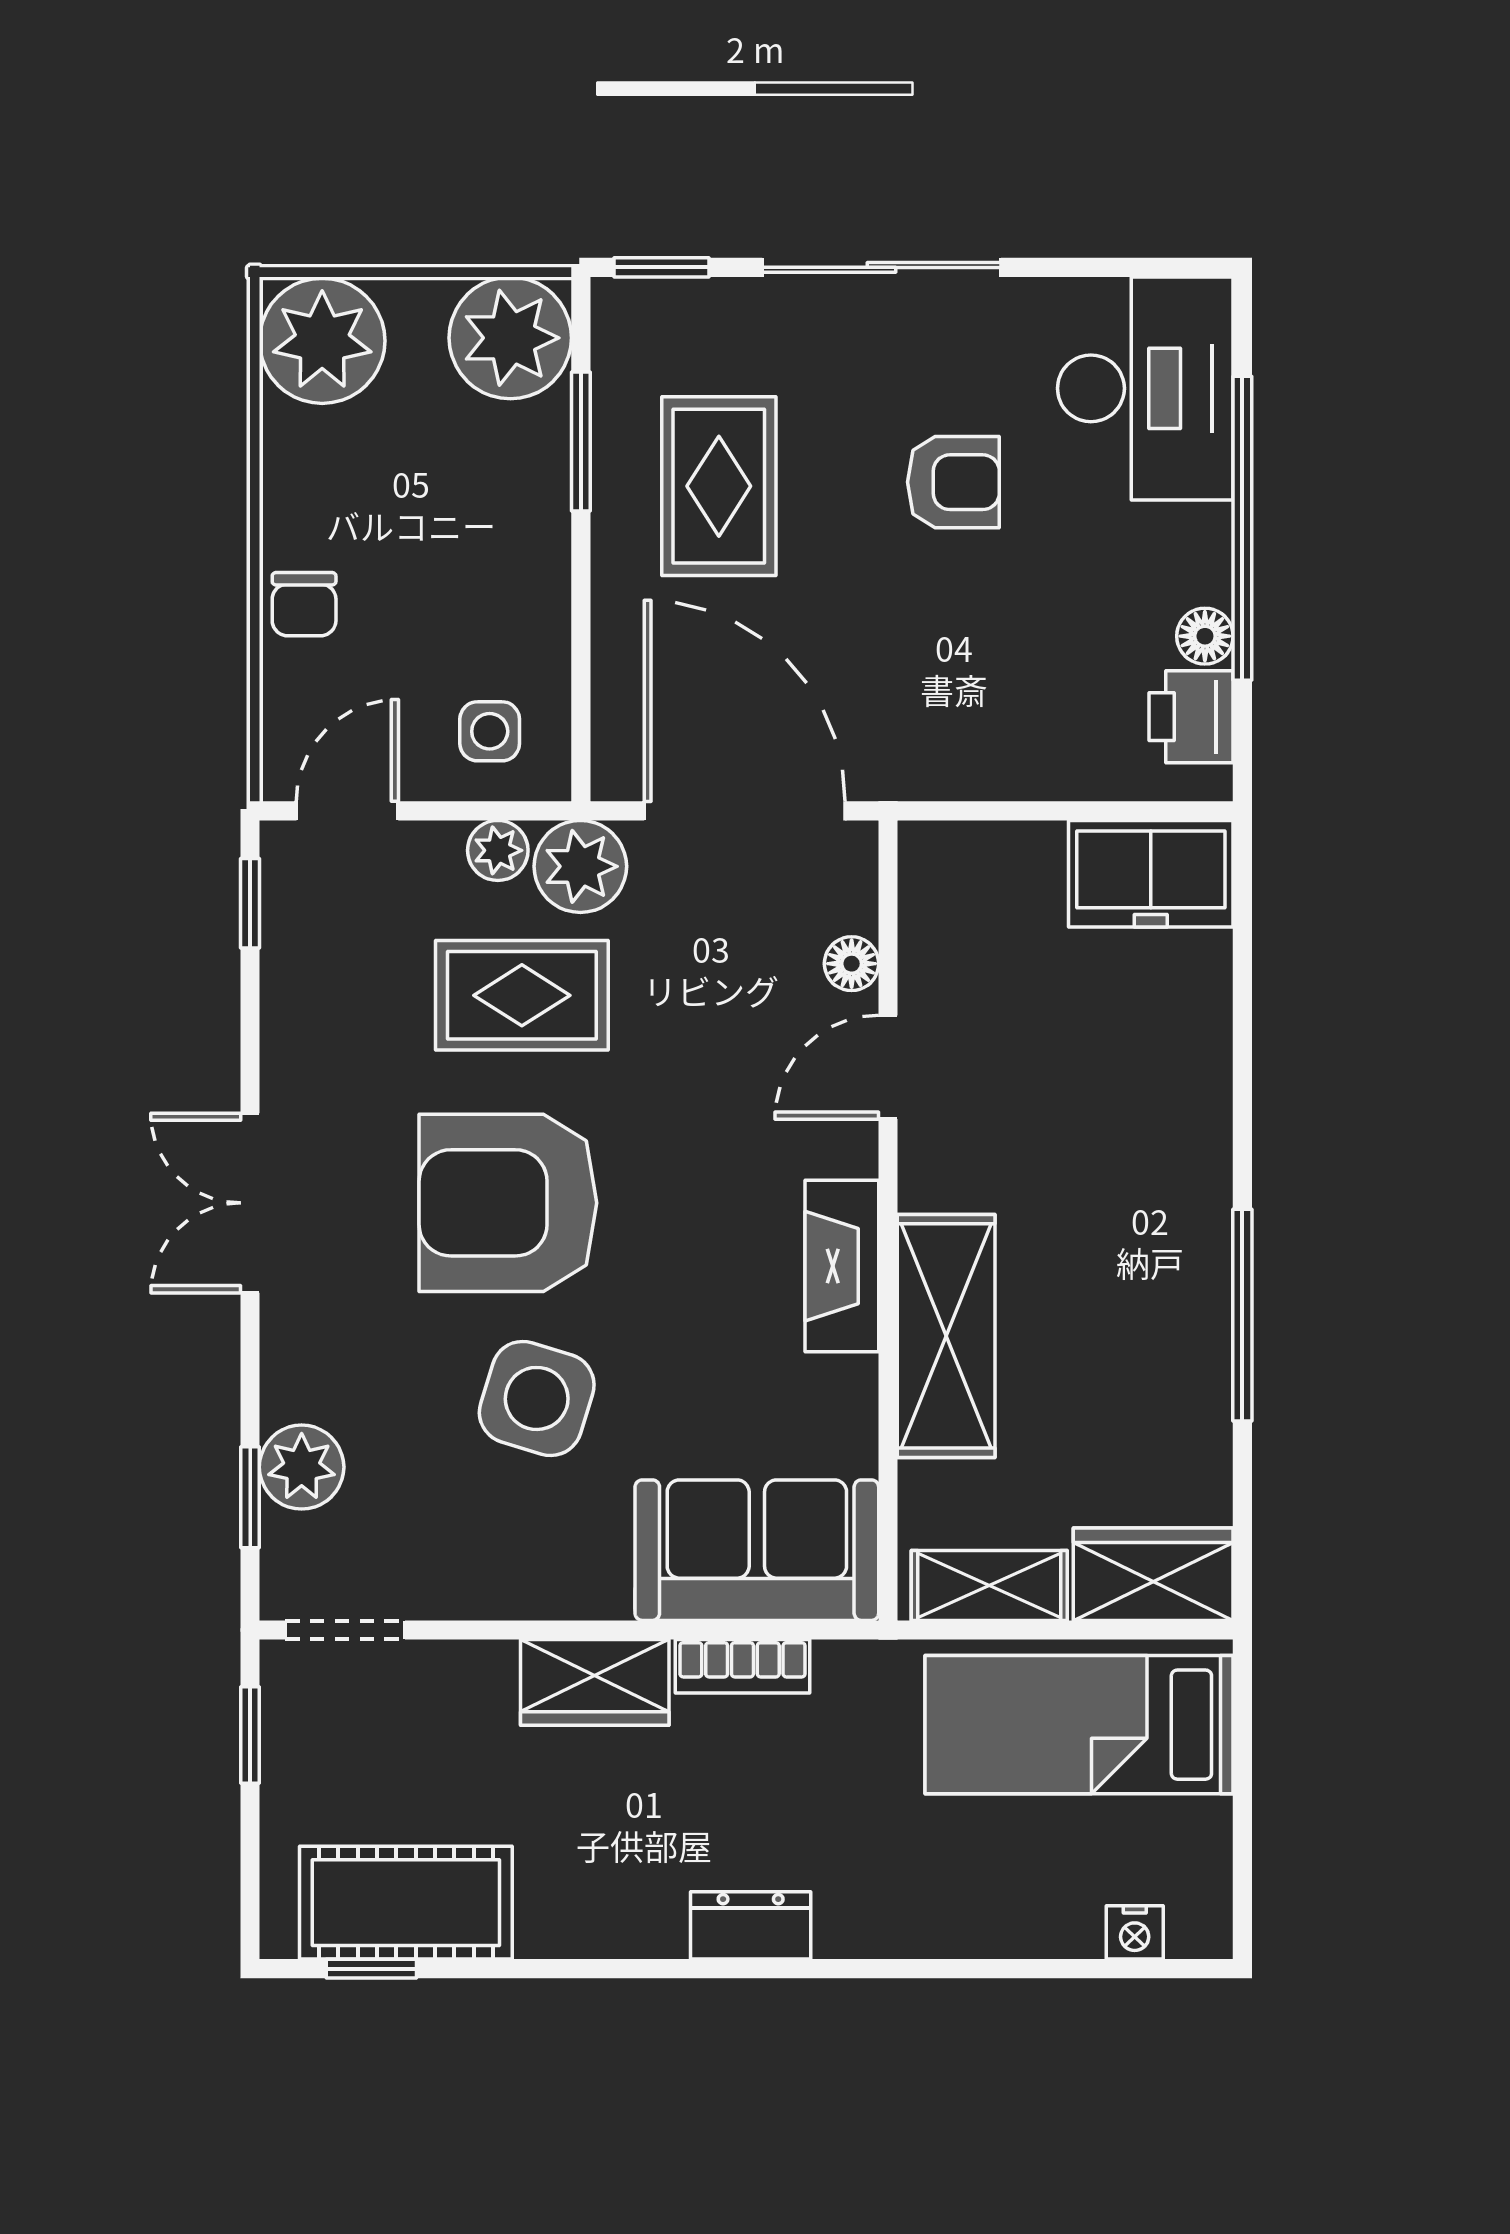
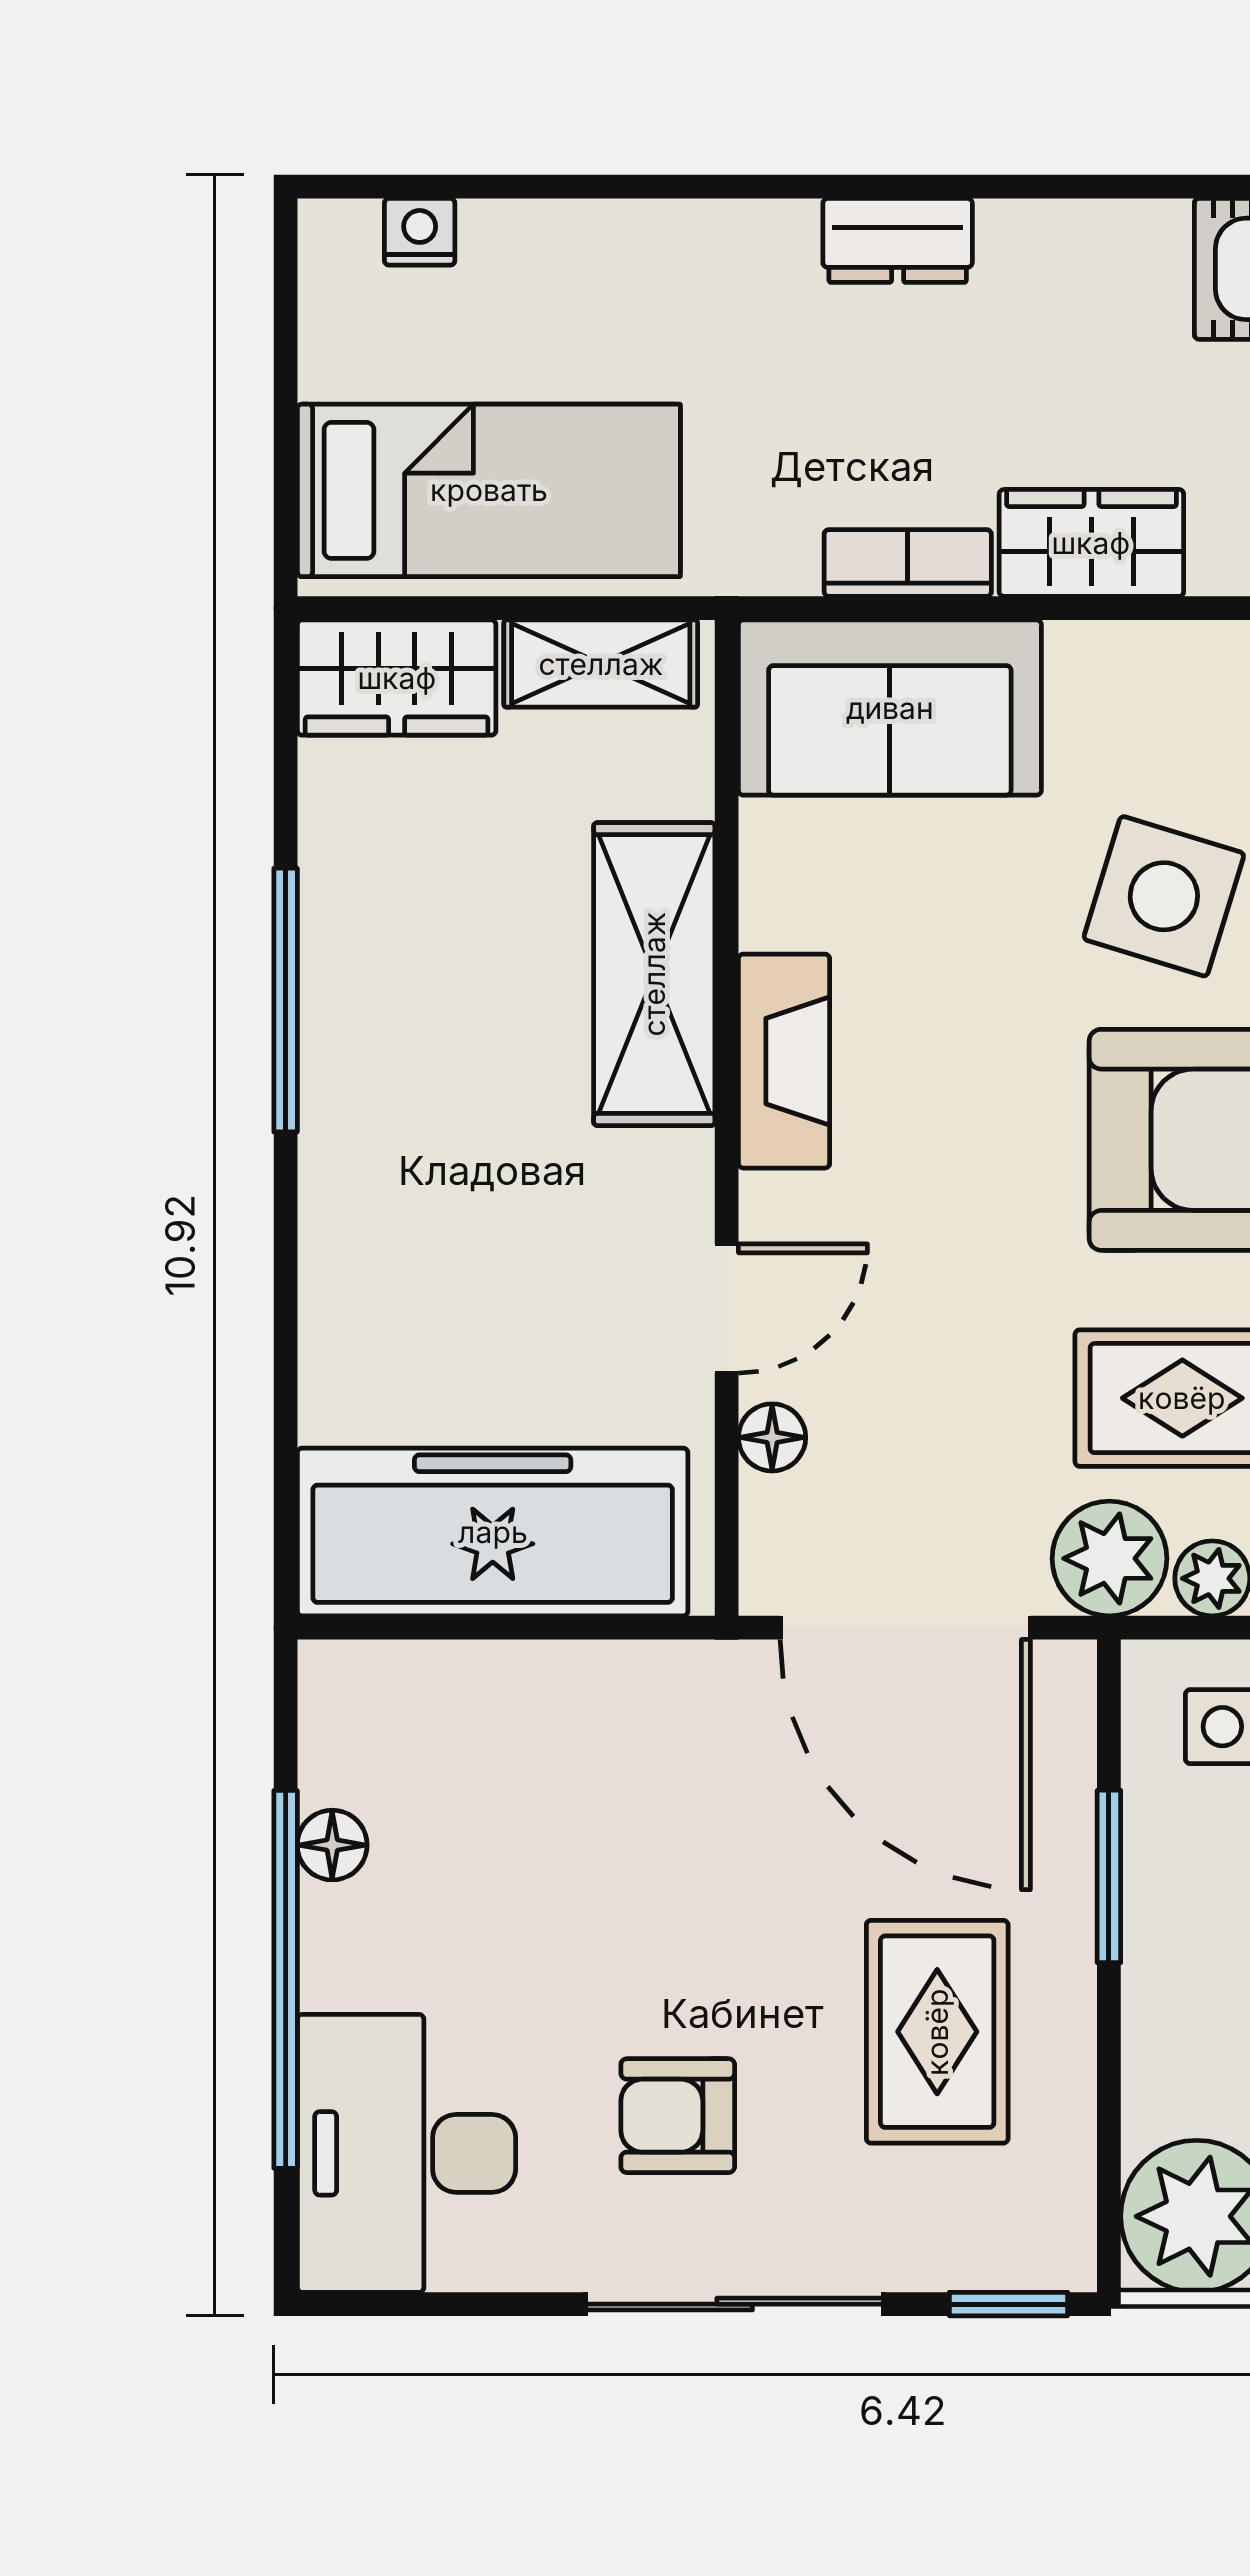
window: (581, 442) -> (1109, 1876), moved
armchair: (953, 482) -> (678, 2116), moved
printer: (1191, 717) -> (350, 1745), removed
freezer: (1151, 874) -> (493, 1532), width x1.91, depth x1.26

